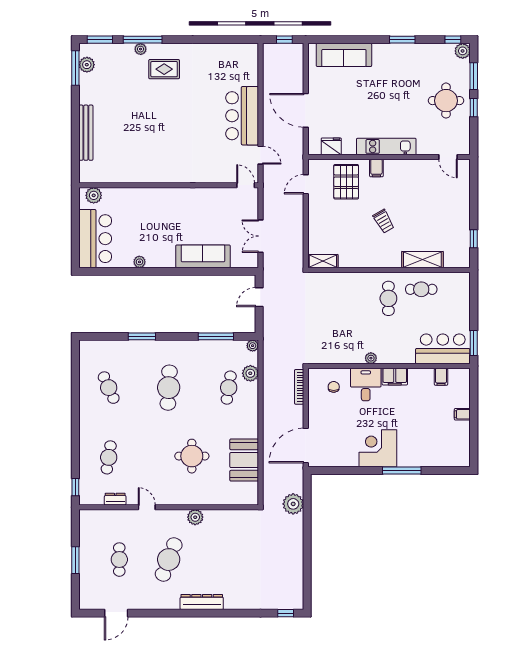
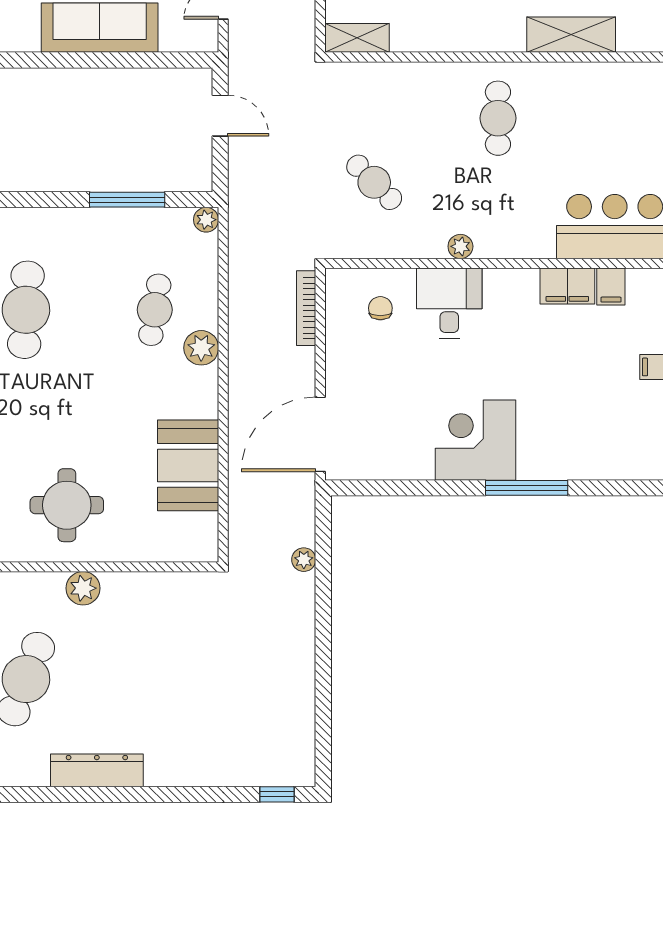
cafe table: (421, 289) -> (374, 182), moved, turned 45
door: (259, 297) -> (220, 116), swing flipped
plant: (250, 373) -> (201, 348), moved
filing cabinet: (395, 377) -> (567, 286), moved
round table: (192, 456) -> (67, 505), moved
plant: (293, 504) -> (304, 560), width x0.53, depth x0.53

